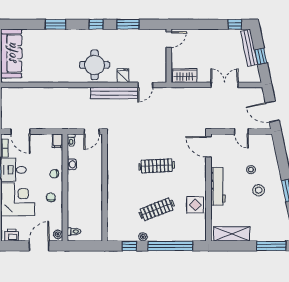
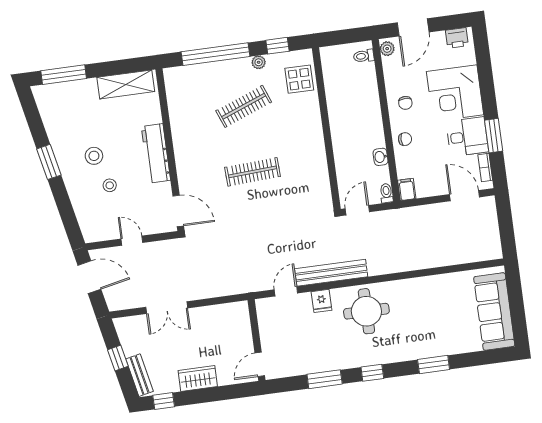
bench: (249, 48) -> (140, 375), width x0.73
wardrobe: (185, 76) -> (198, 378), moved, turned 180
display table: (195, 205) -> (299, 79), moved

